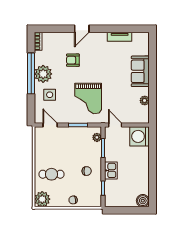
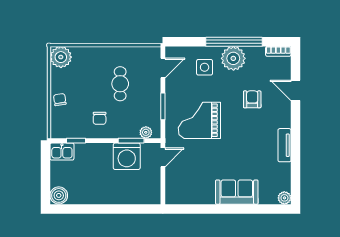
door: (82, 29) -> (296, 90), moved
tv unit: (120, 37) -> (285, 145), moved
plant: (145, 101) -> (284, 198), moved
washing machine: (140, 136) -> (127, 156), moved, turned 180
kitchen sink: (111, 170) -> (62, 152), moved
cafe table: (52, 174) -> (120, 84), moved

